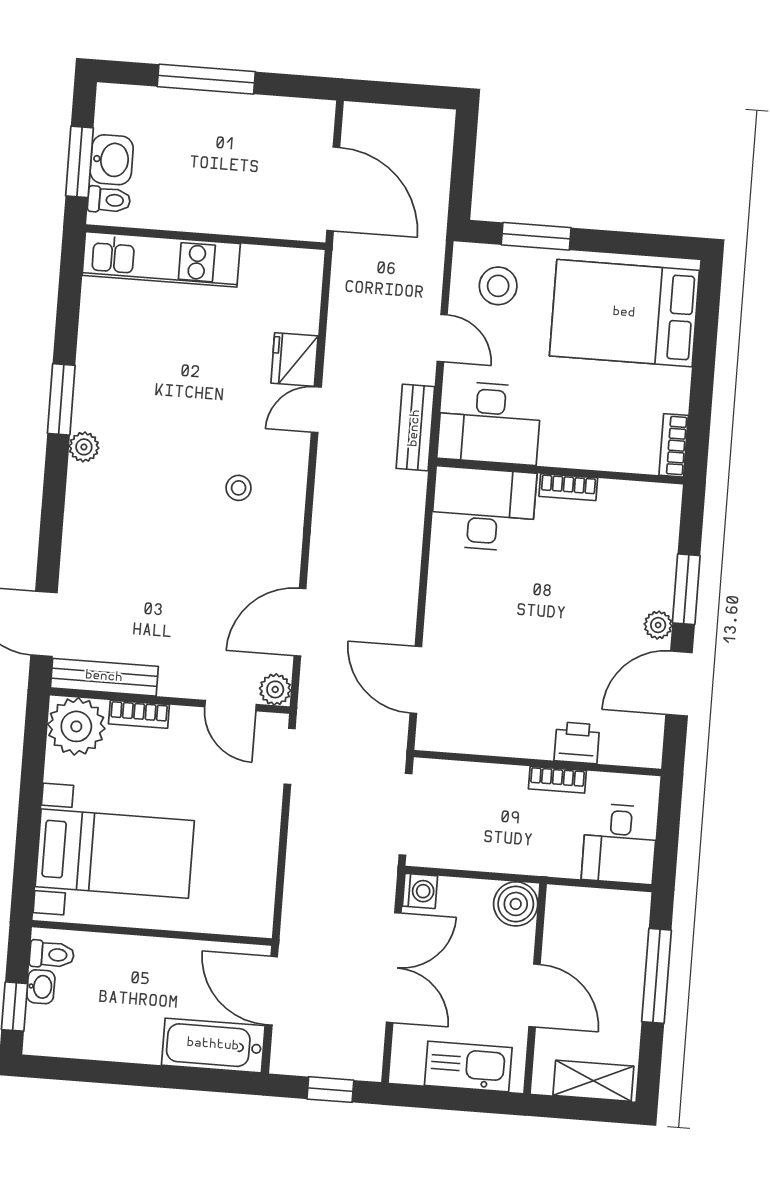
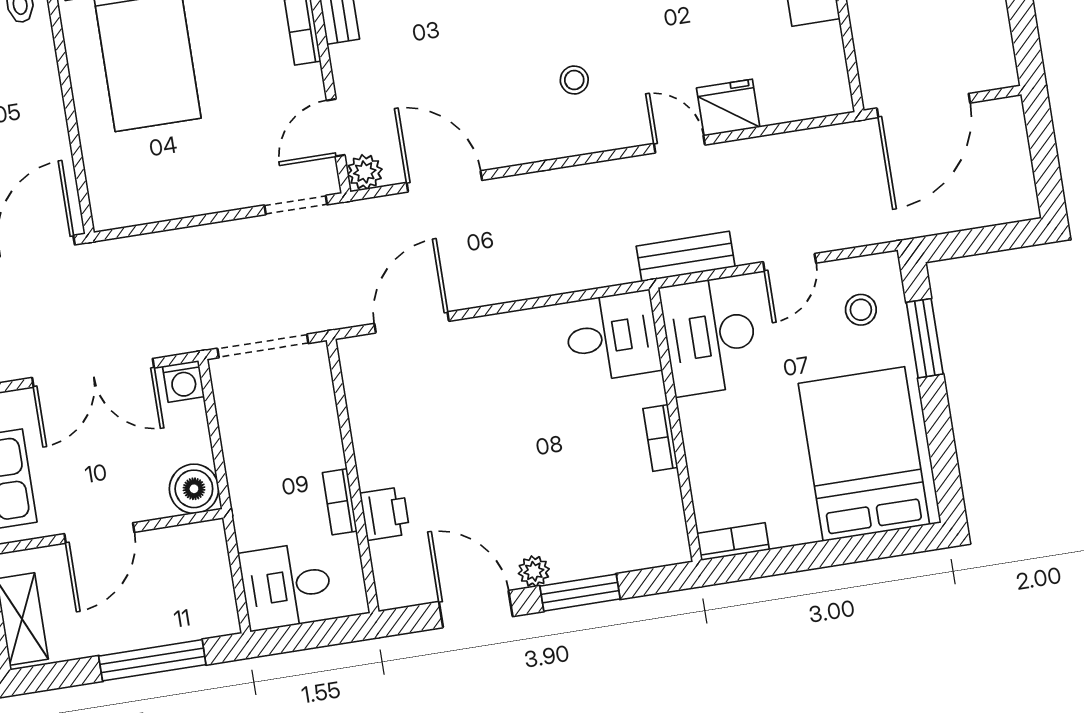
stool: (498, 286) -> (861, 310), width x0.73, depth x0.73
desk: (484, 509) -> (612, 336), width x0.73

